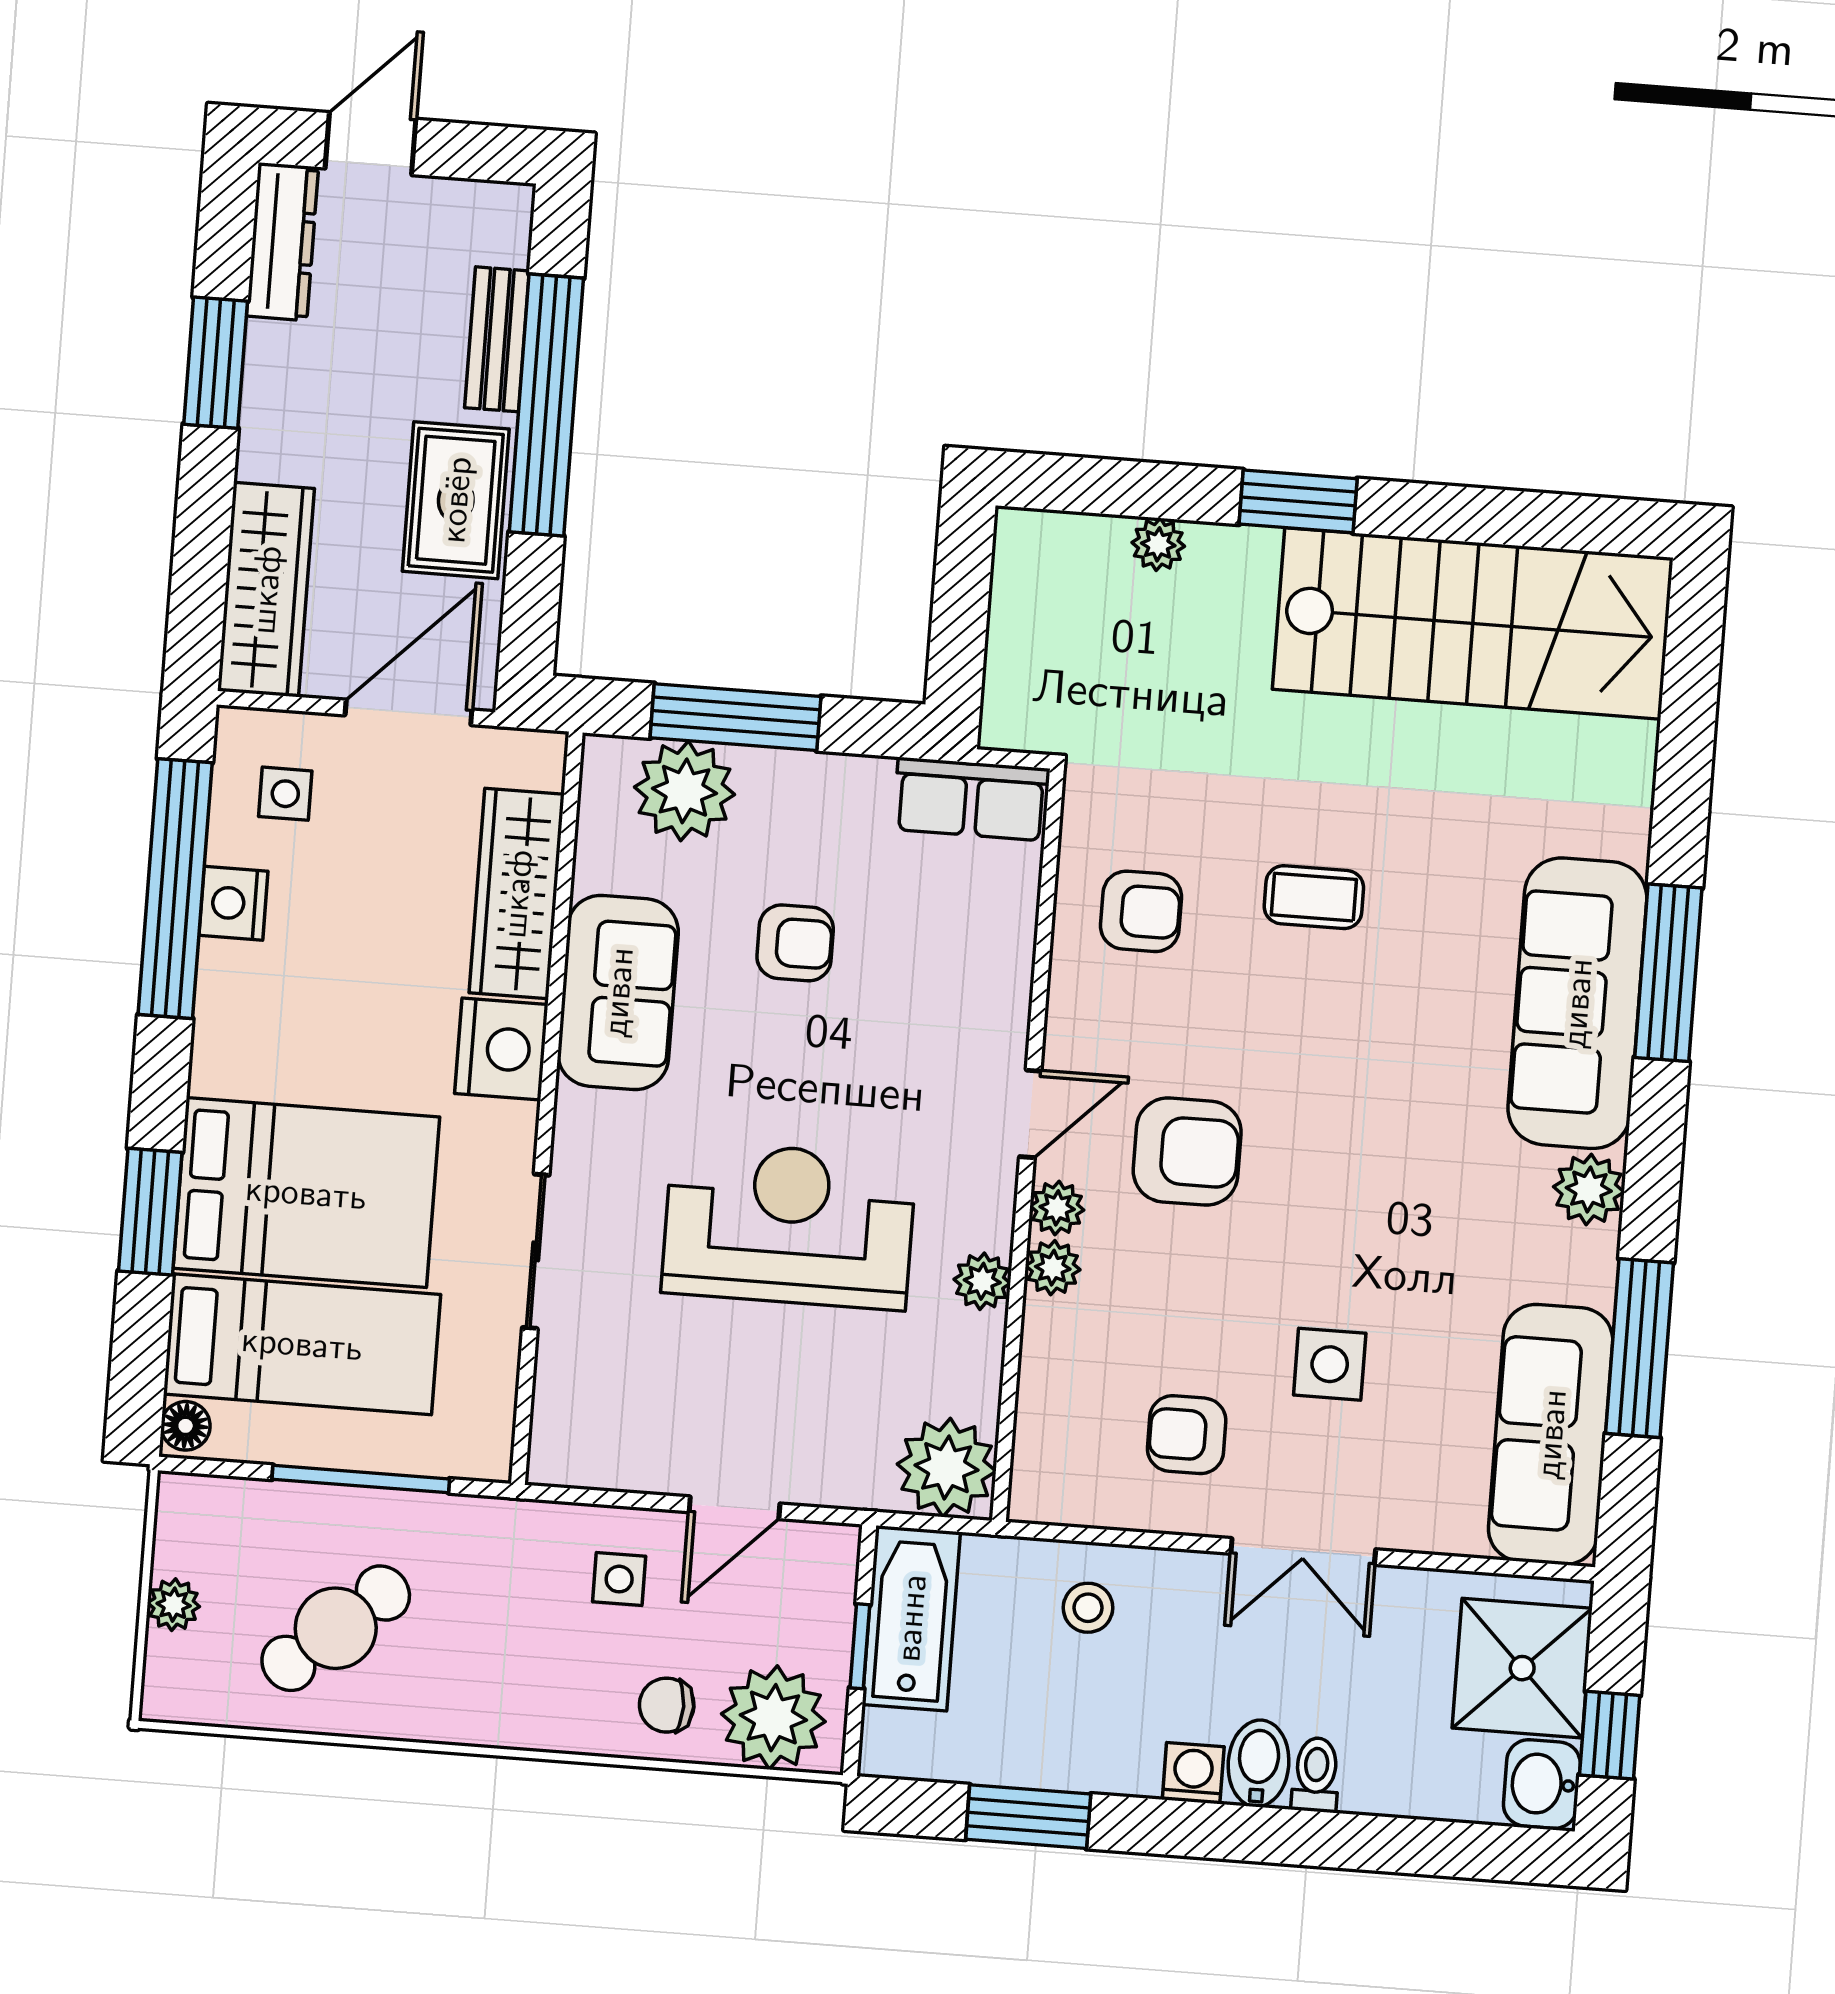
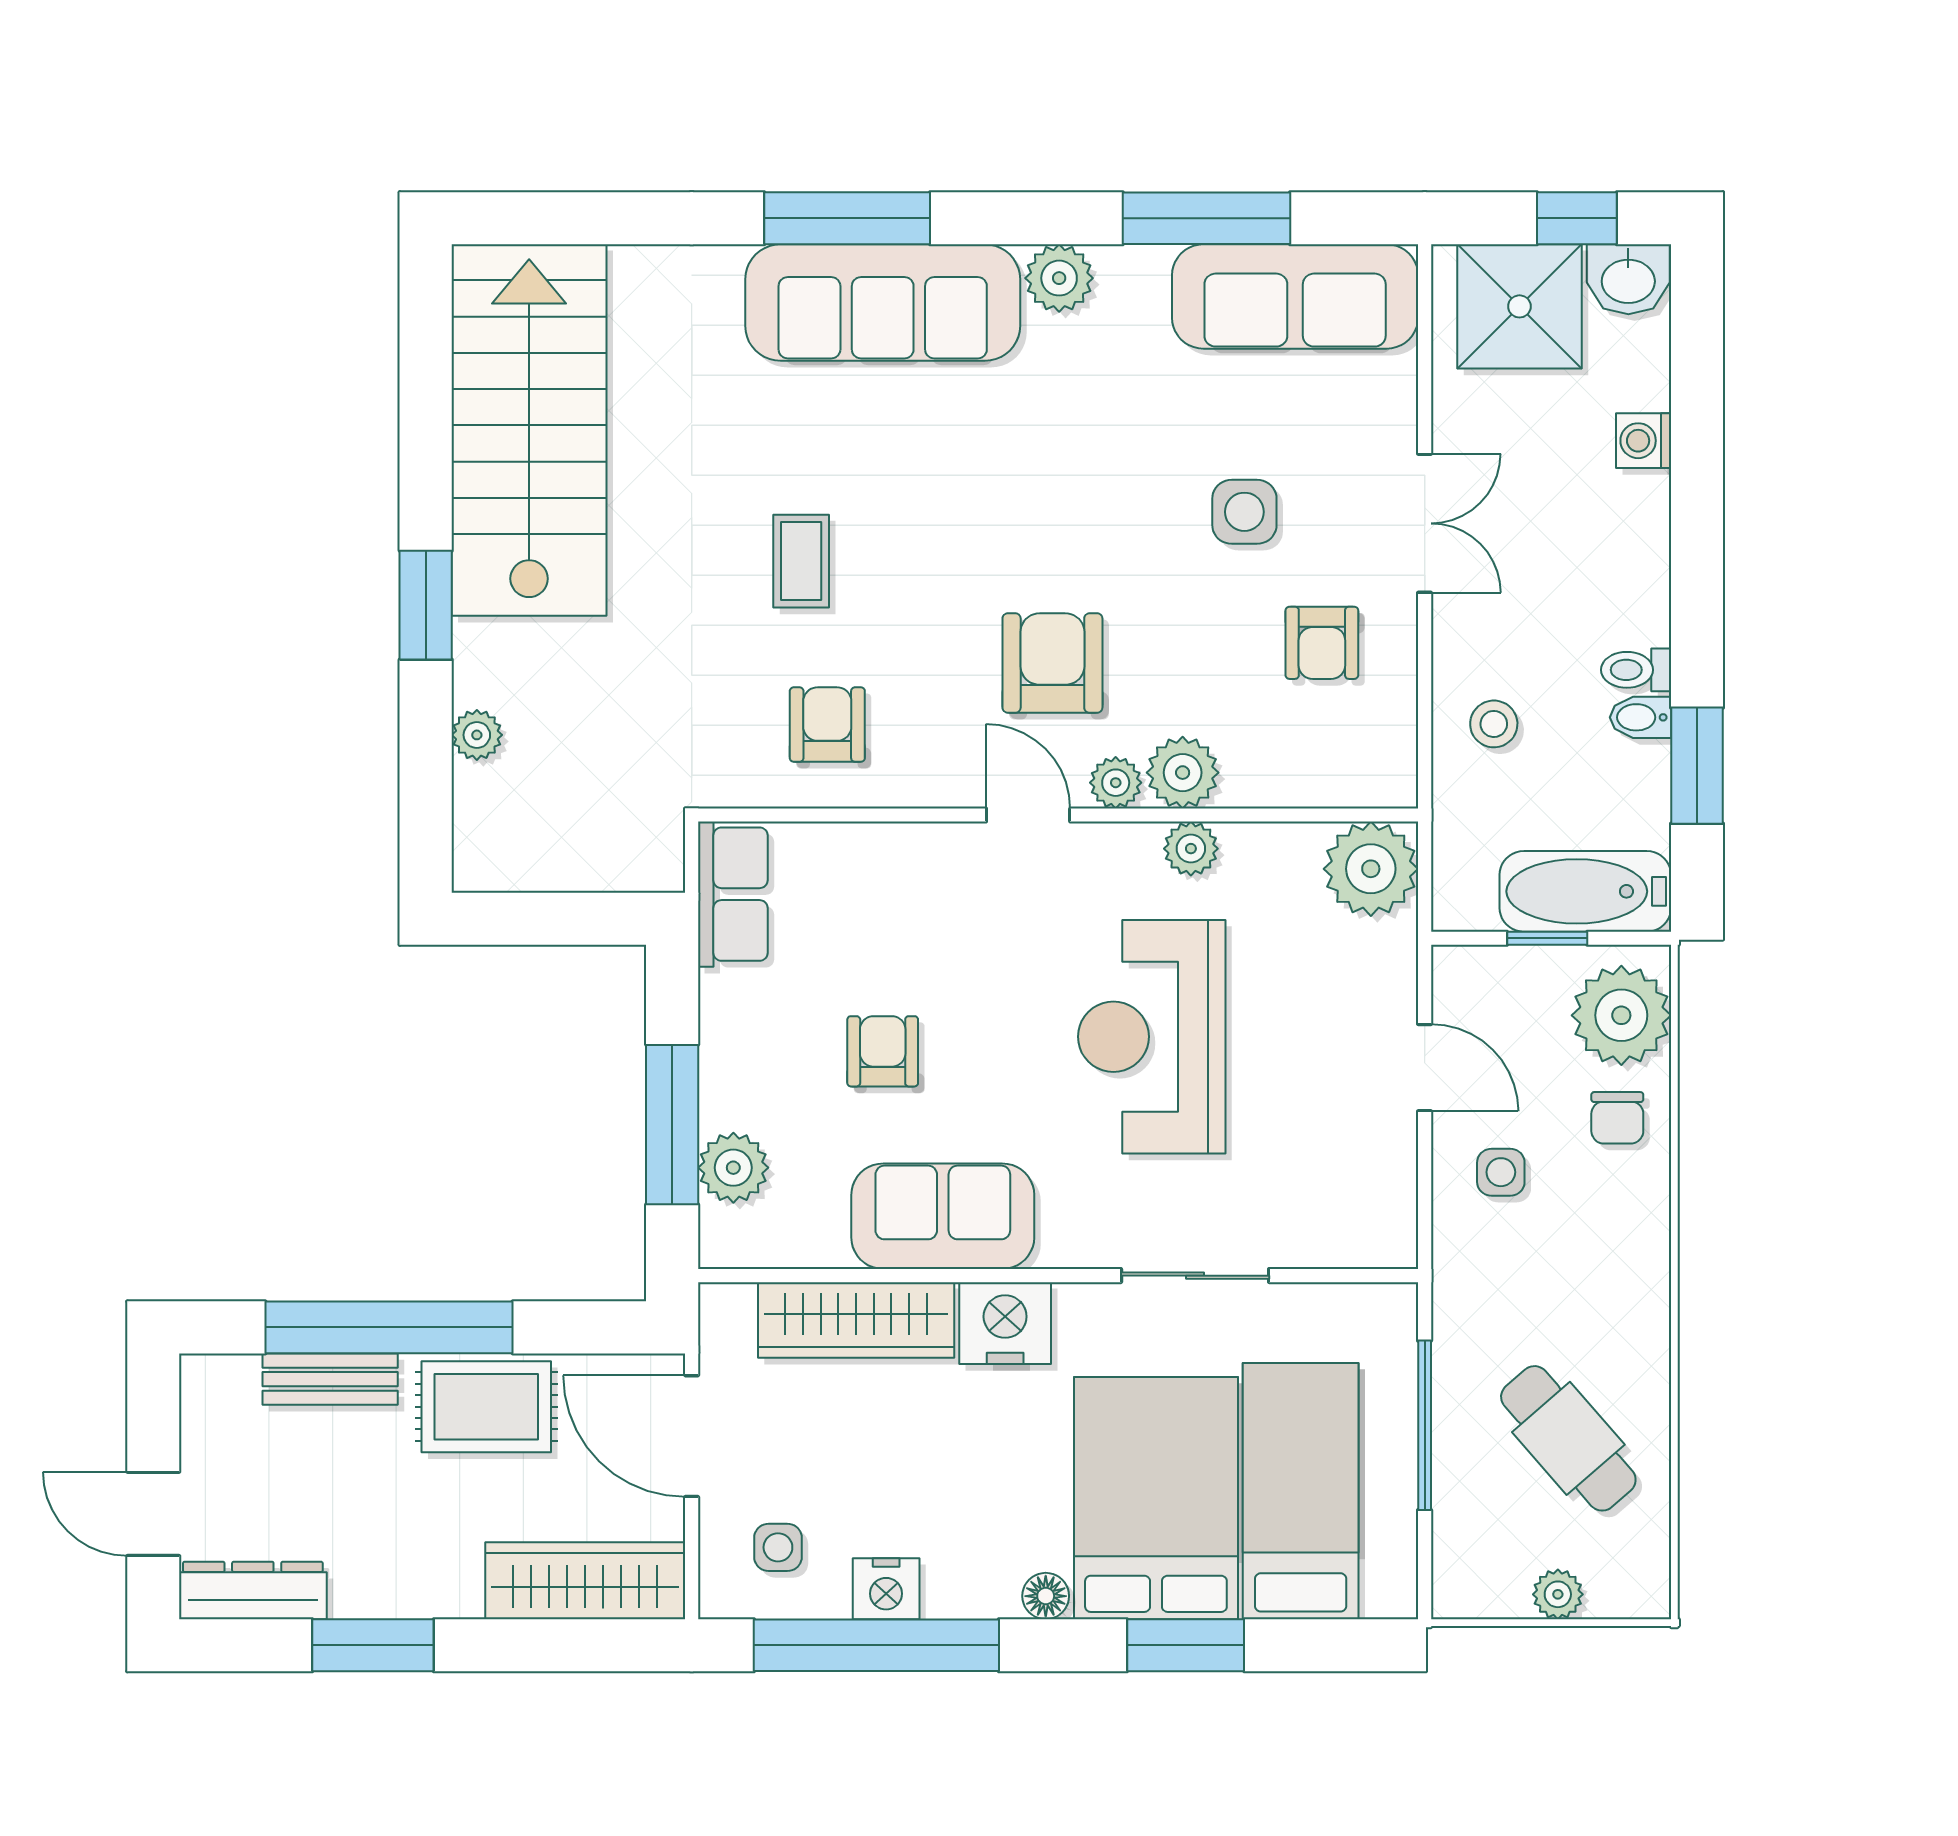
plant: (685, 791) -> (733, 1168), width x0.73, depth x0.73
plant: (1053, 1268) -> (1183, 773), width x1.38, depth x1.38
floor lamp: (186, 1426) -> (1046, 1596), moved
bathtub: (911, 1618) -> (1585, 891), moved
bidet: (1259, 1763) -> (1640, 717), moved, width x0.72, depth x0.74
washing machine: (1193, 1773) -> (1644, 441), moved
toilet: (1316, 1775) -> (1636, 670), moved

